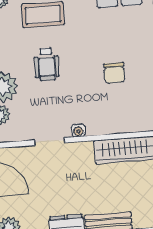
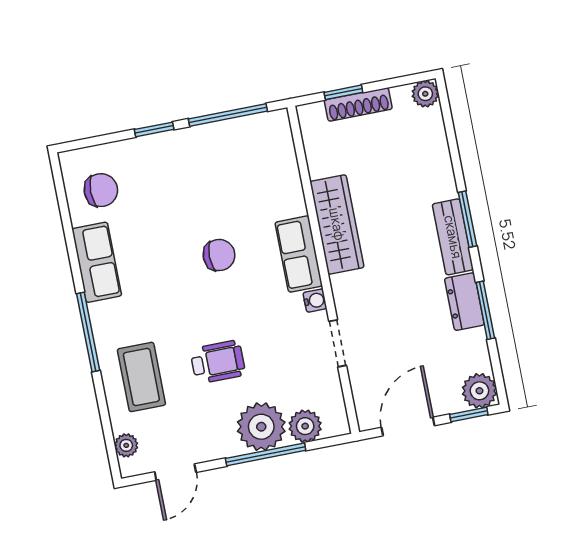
row of seats: (109, 123) -> (299, 254), added

